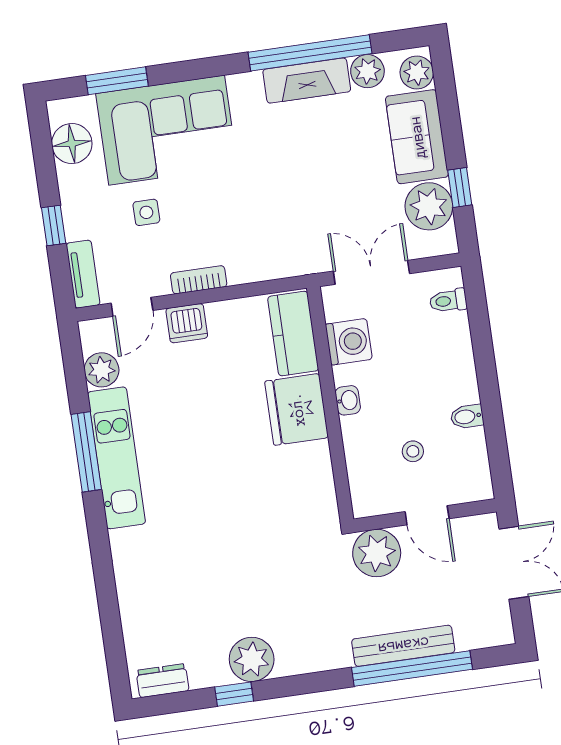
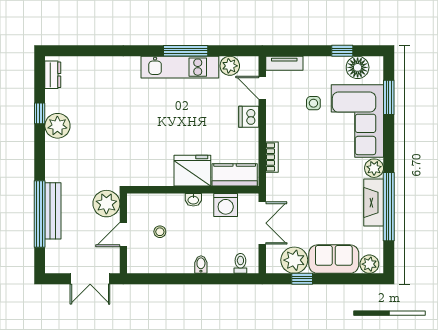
plant: (367, 71) -> (374, 168), moved
window: (54, 226) -> (342, 51), moved
bookcase: (199, 280) -> (272, 157), moved
bidet: (467, 417) -> (201, 265), moved

